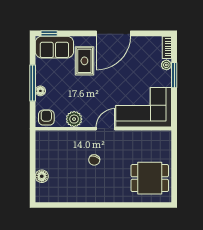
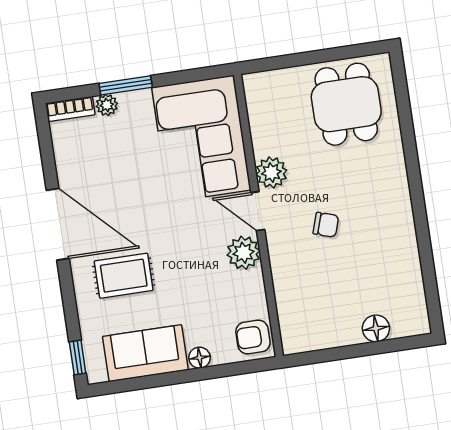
sofa: (54, 47) -> (145, 353), moved, turned -90
window: (33, 83) -> (186, 376), removed
plant: (74, 119) -> (244, 253), moved
plant: (123, 138) -> (271, 173), added

